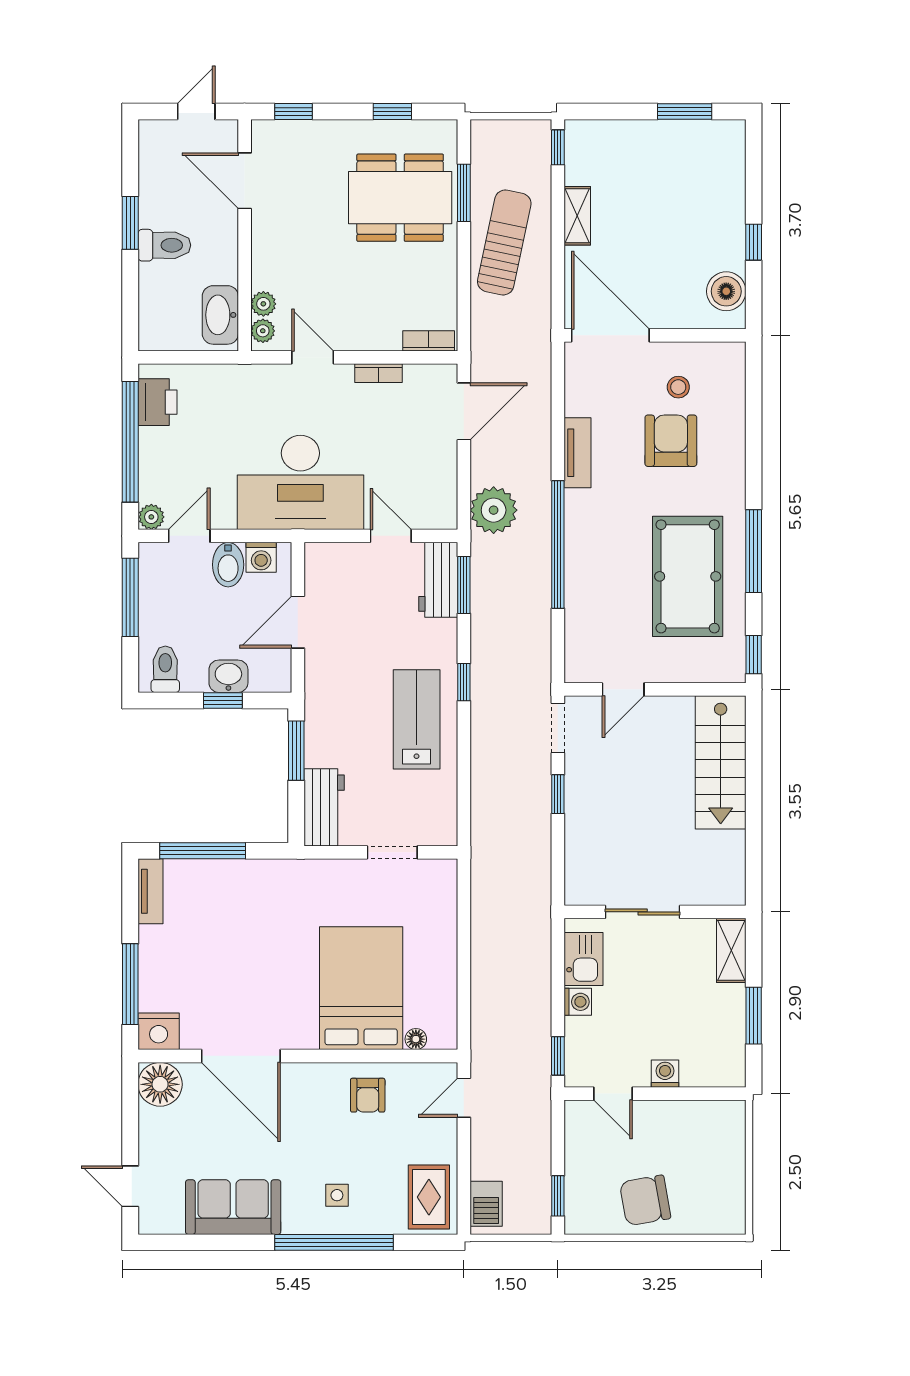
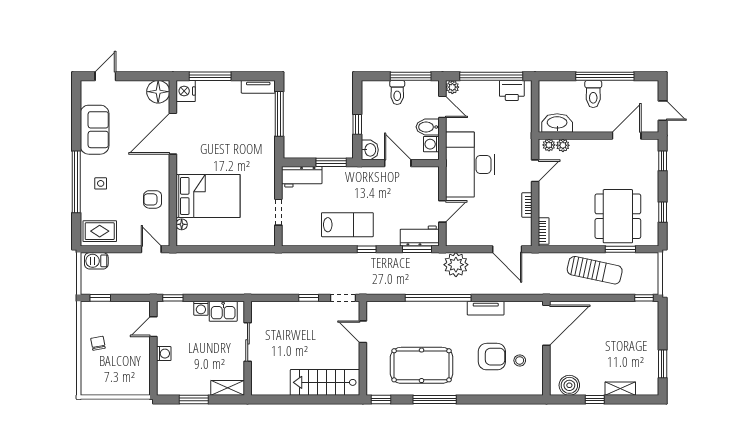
shelving: (577, 216) -> (620, 389), moved
window: (130, 223) -> (605, 76), width x2.11
toilet: (165, 669) -> (397, 92), moved, turned 90
washbasin: (228, 676) -> (370, 150), moved
chair: (645, 1200) -> (98, 343), width x0.54, depth x0.54

